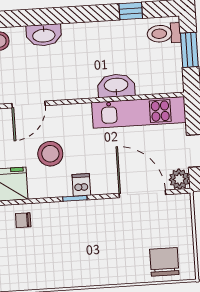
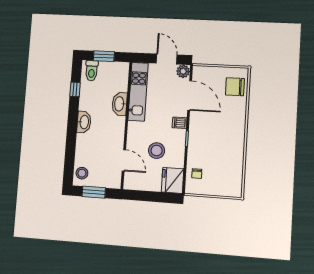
washbasin: (44, 35) -> (84, 122), moved
dishwasher: (81, 185) -> (180, 123), moved
door: (142, 194) -> (190, 96), swing flipped

